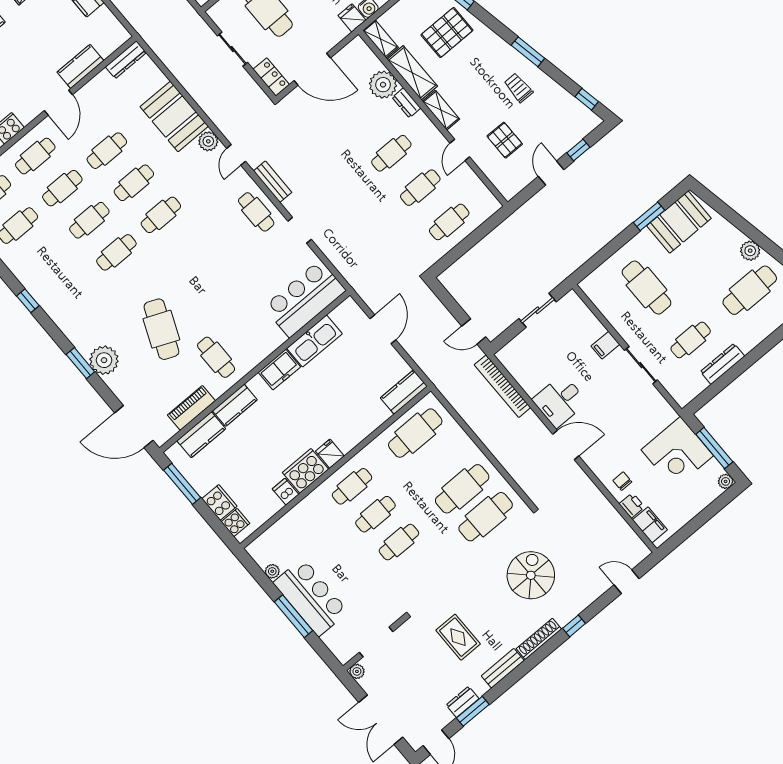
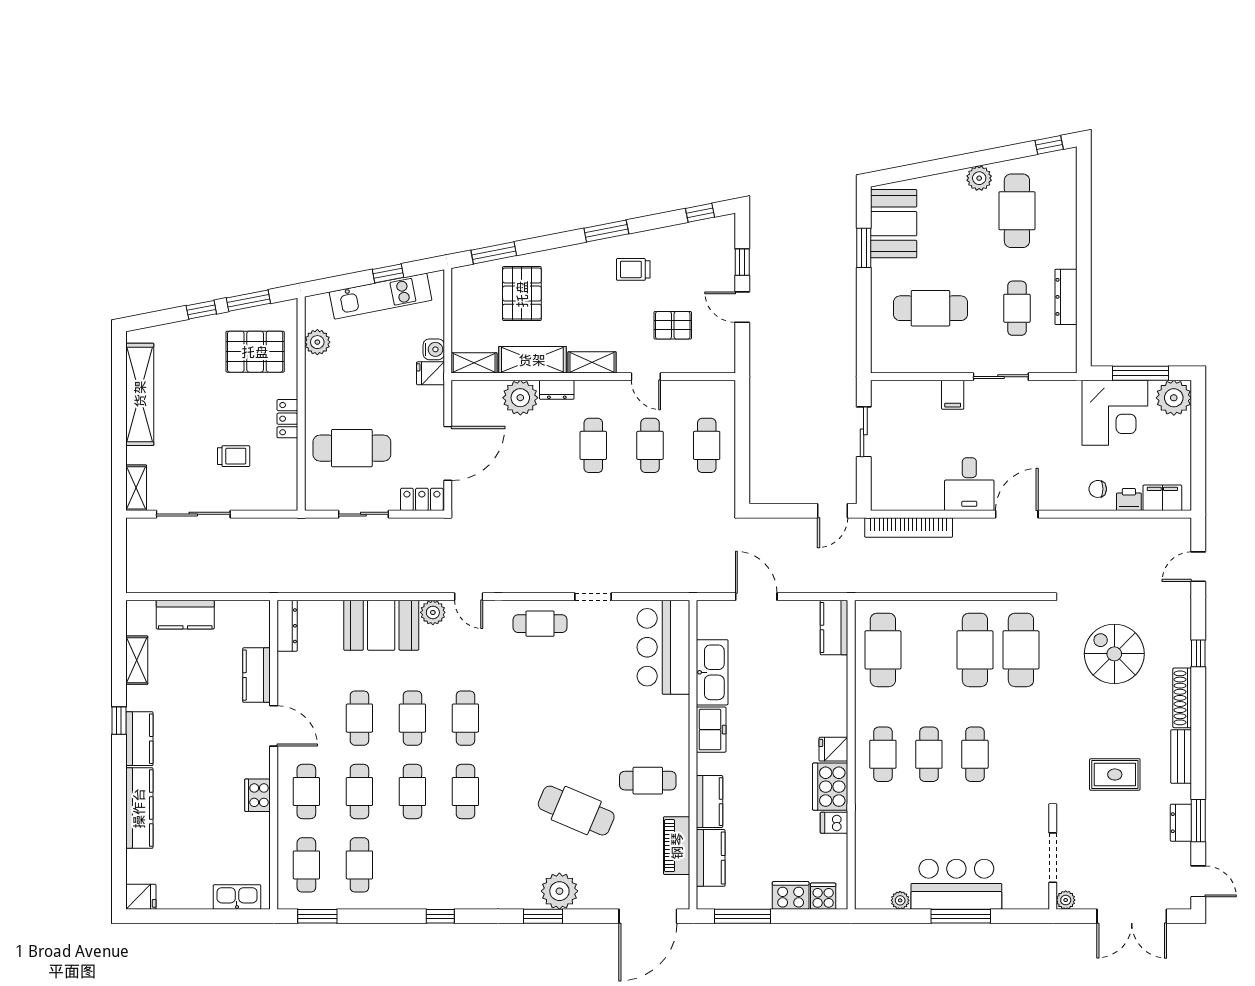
bench: (273, 182) -> (524, 583), removed
plant: (726, 481) -> (1174, 398), width x1.88, depth x1.88

